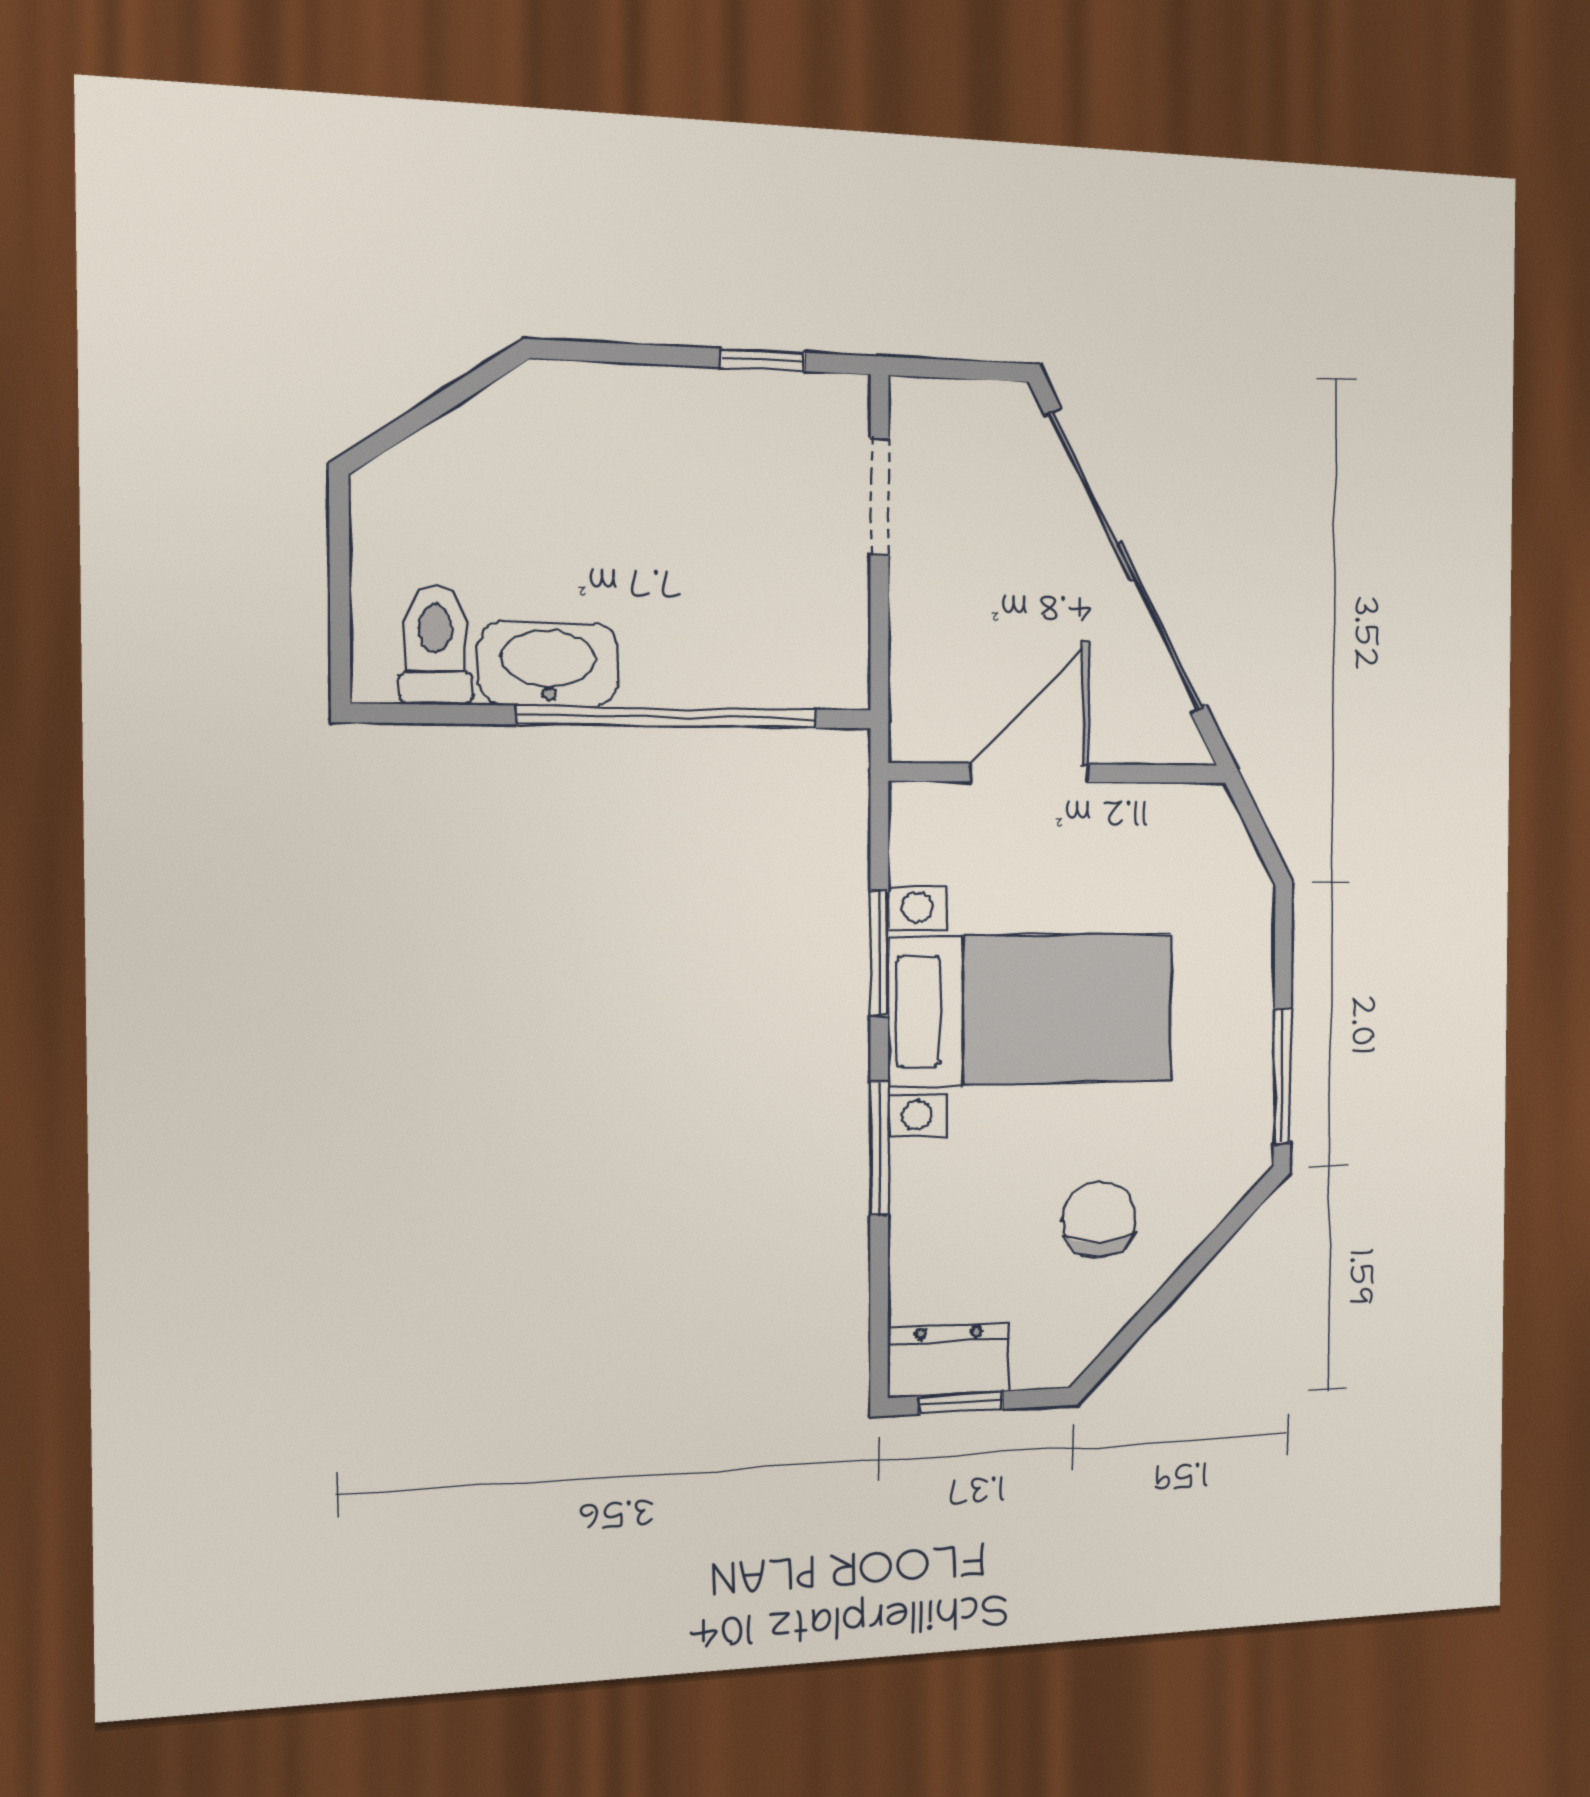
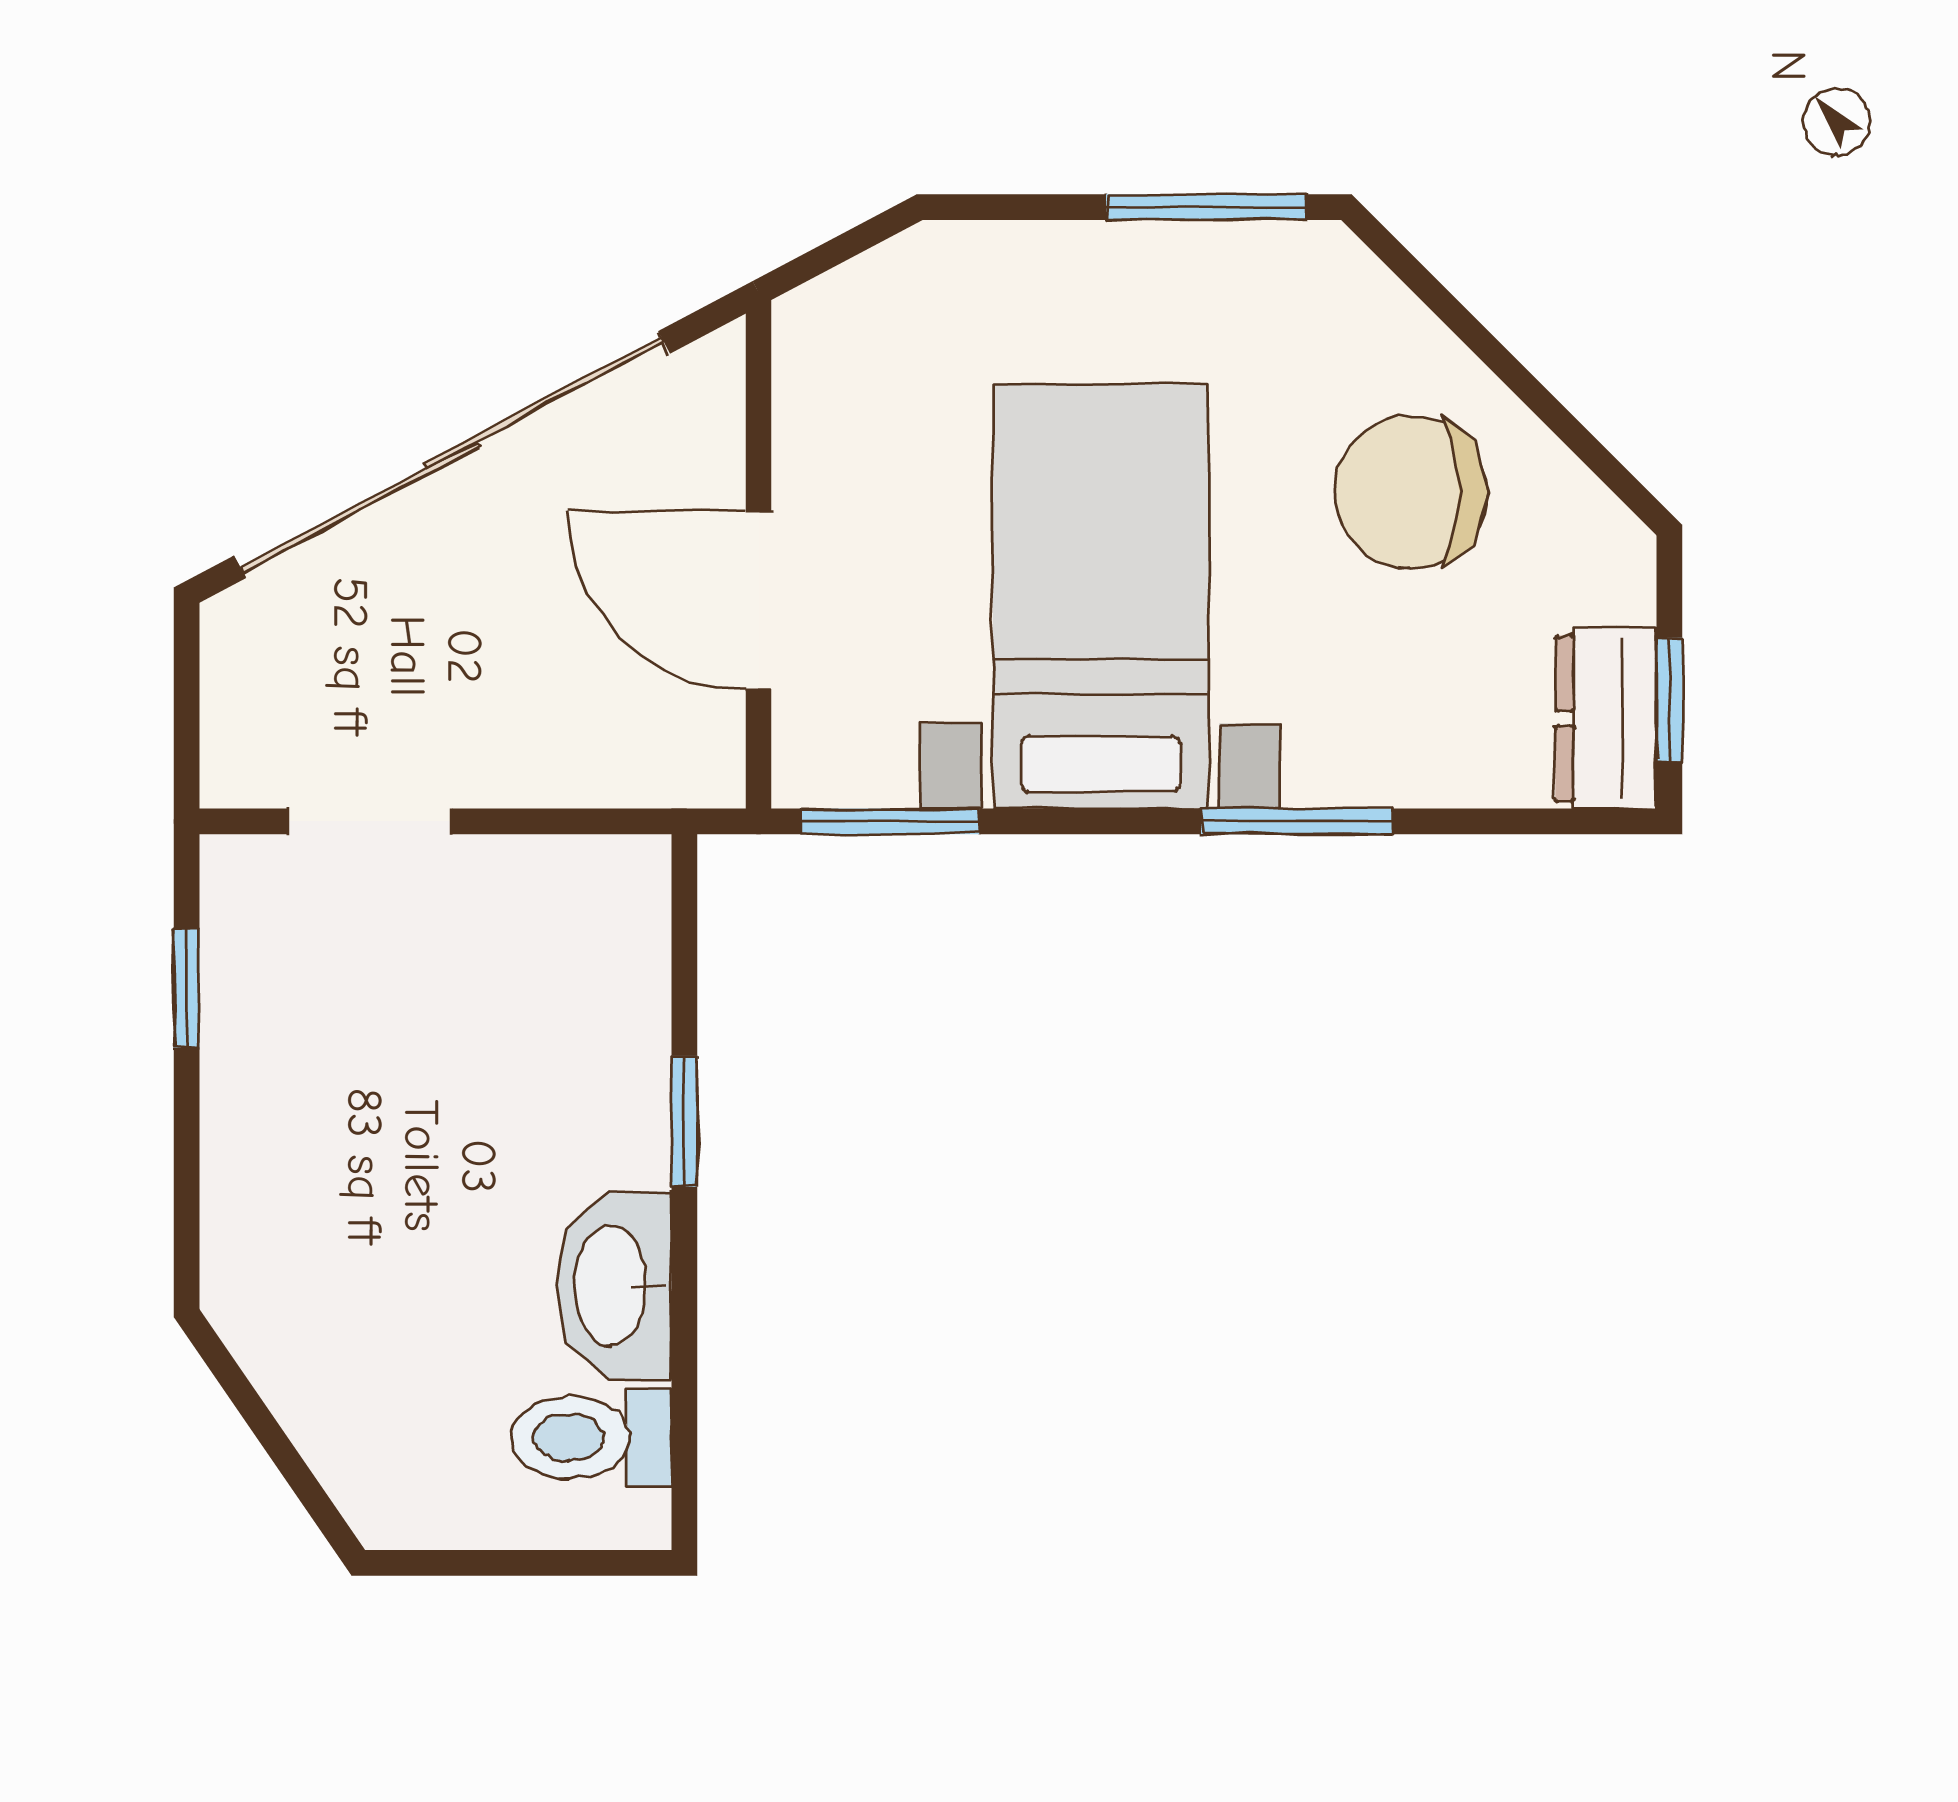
window: (668, 717) -> (684, 1121), width x0.32
window: (879, 953) -> (890, 821), moved
chair: (1099, 1220) -> (1411, 492), width x1.37, depth x1.37

